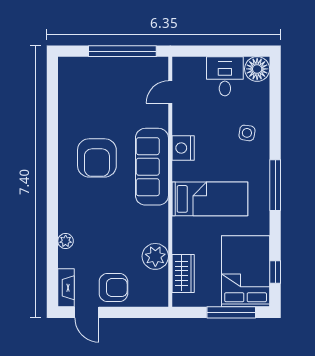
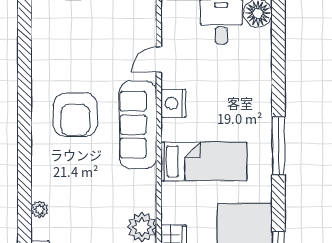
door: (170, 92) -> (159, 60), moved
side table: (247, 133) -> (246, 86), removed

